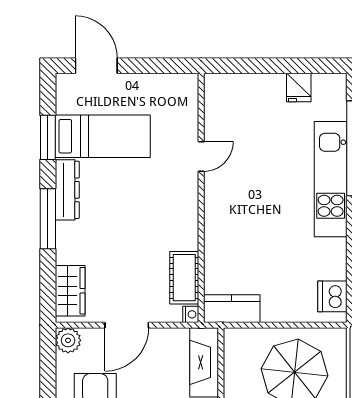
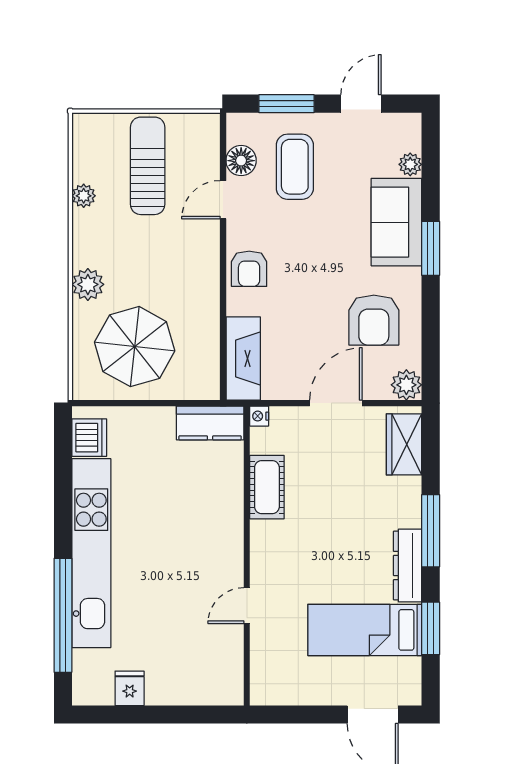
kitchen unit: (331, 179) -> (91, 553), width x1.36
cot: (184, 278) -> (267, 487), moved

